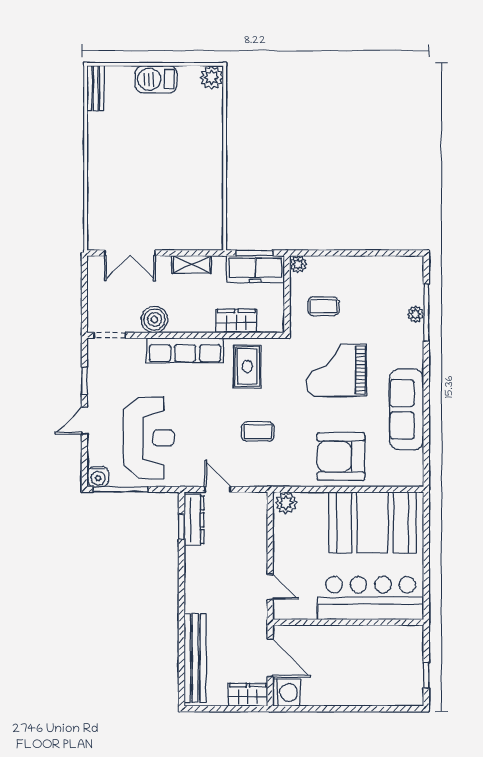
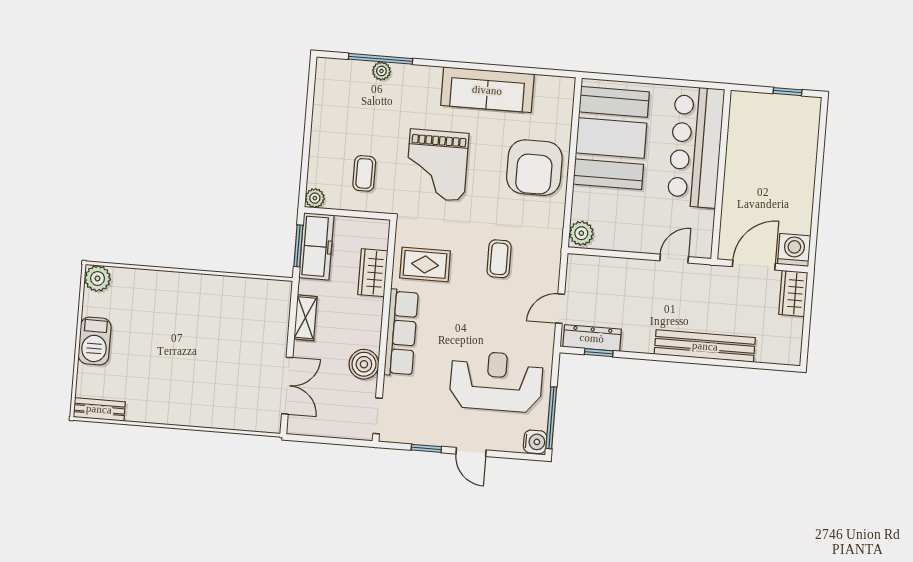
bench: (195, 658) -> (705, 346), moved

